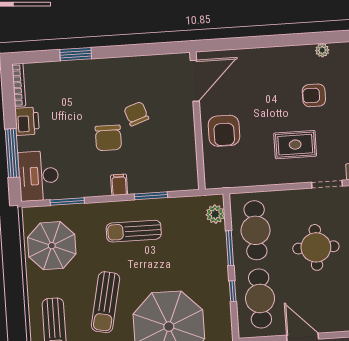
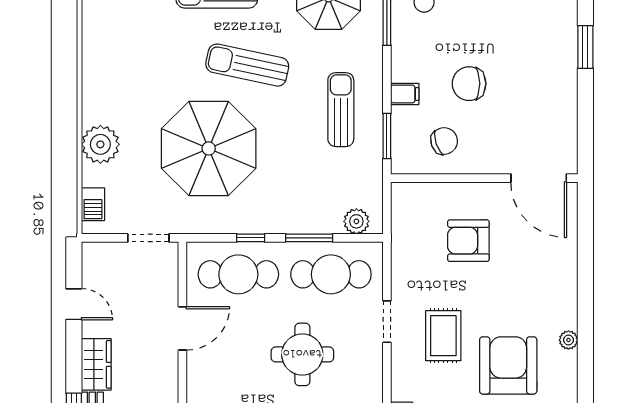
plant: (322, 50) -> (568, 340), moved
door: (195, 81) -> (539, 178), moved
armchair: (314, 95) -> (508, 365), width x1.88, depth x1.88
chair: (136, 114) -> (444, 141), moved
wall: (197, 121) -> (484, 178), moved
doorway: (327, 184) -> (387, 322), moved

